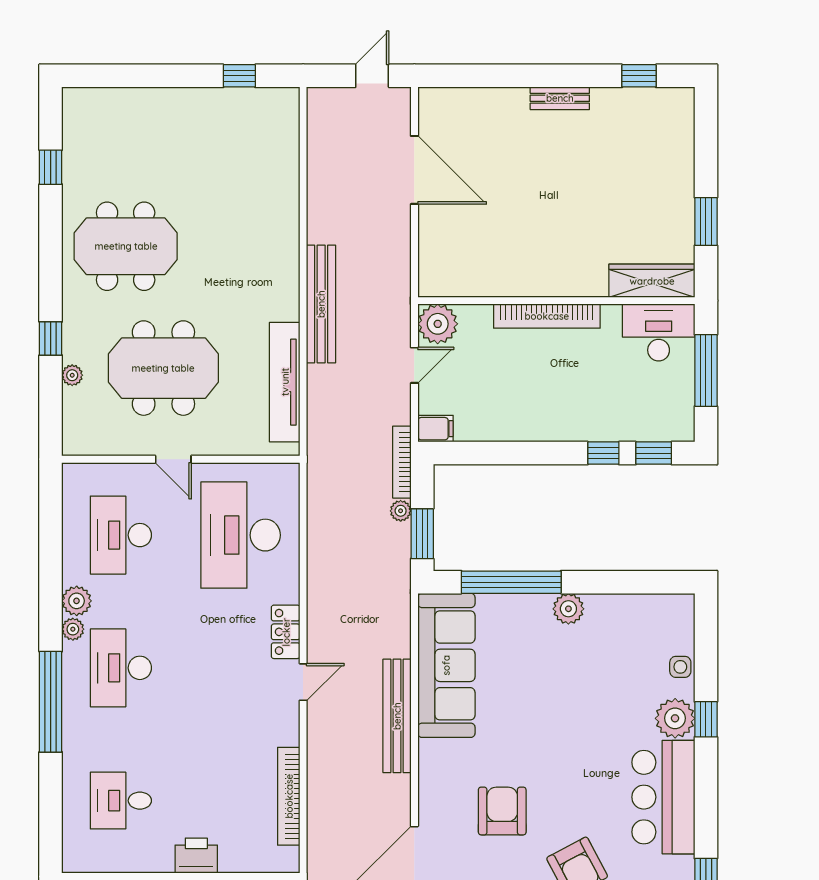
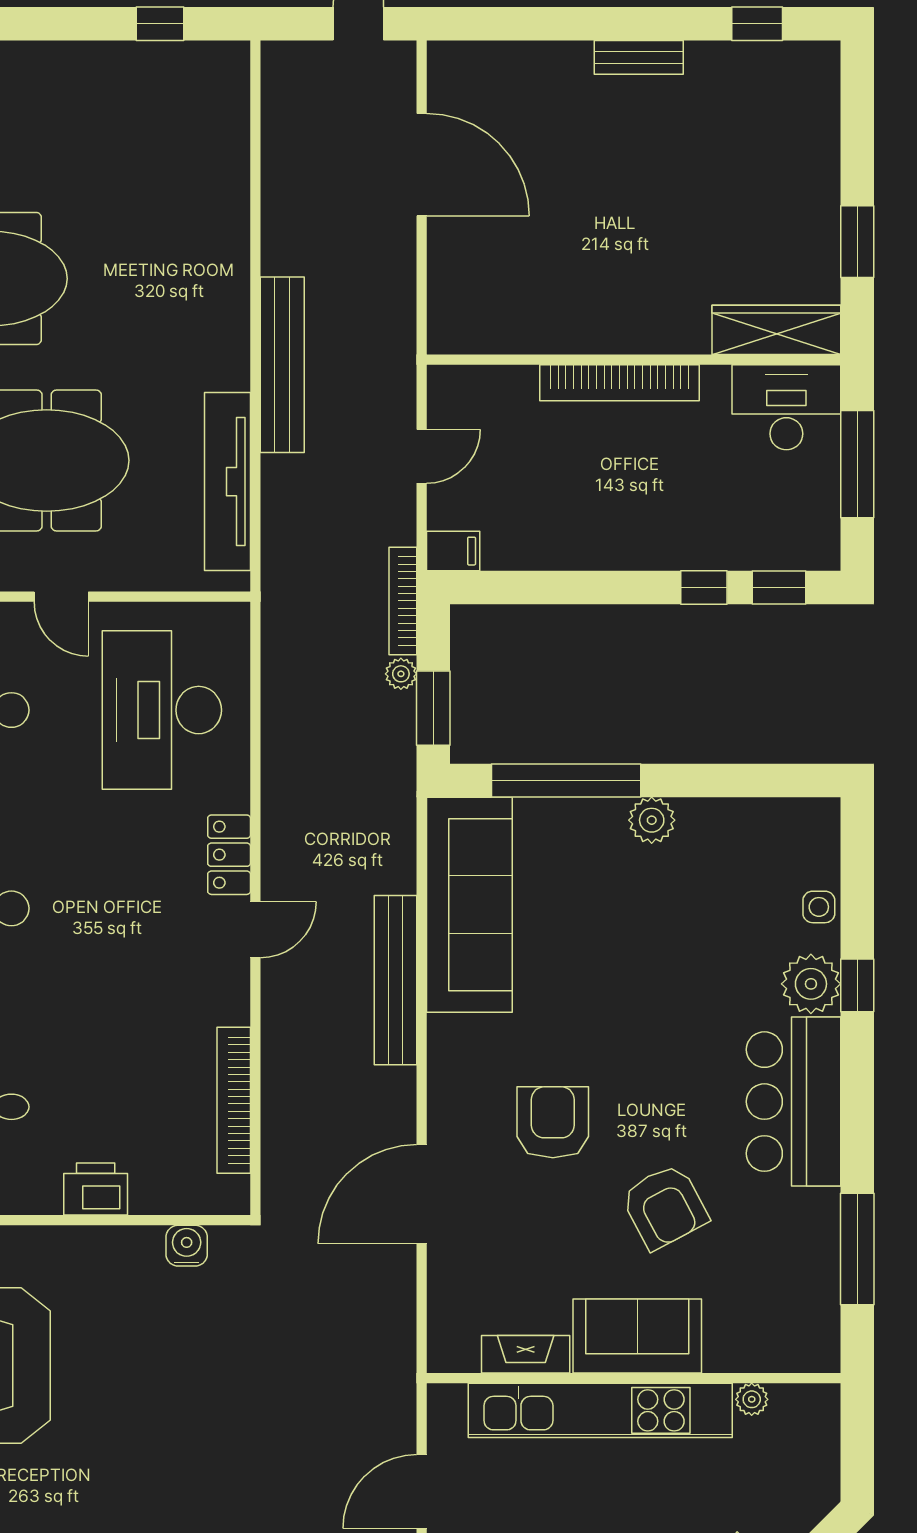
plant: (438, 324) -> (456, 394), removed

